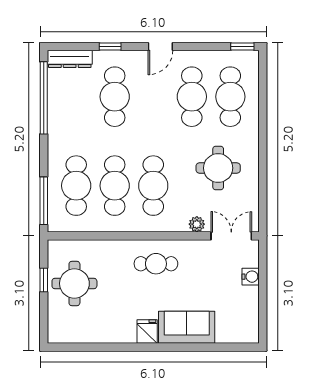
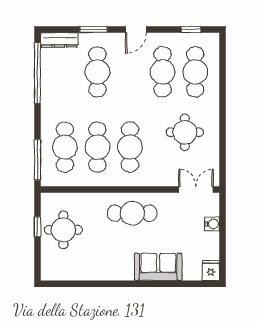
window: (110, 46) -> (93, 29), width x1.50
window: (242, 46) -> (191, 29), moved
plant: (197, 224) -> (167, 180), removed
cafe table: (156, 264) -> (132, 213), width x1.37, depth x1.35
fridge: (147, 332) -> (211, 270), moved

